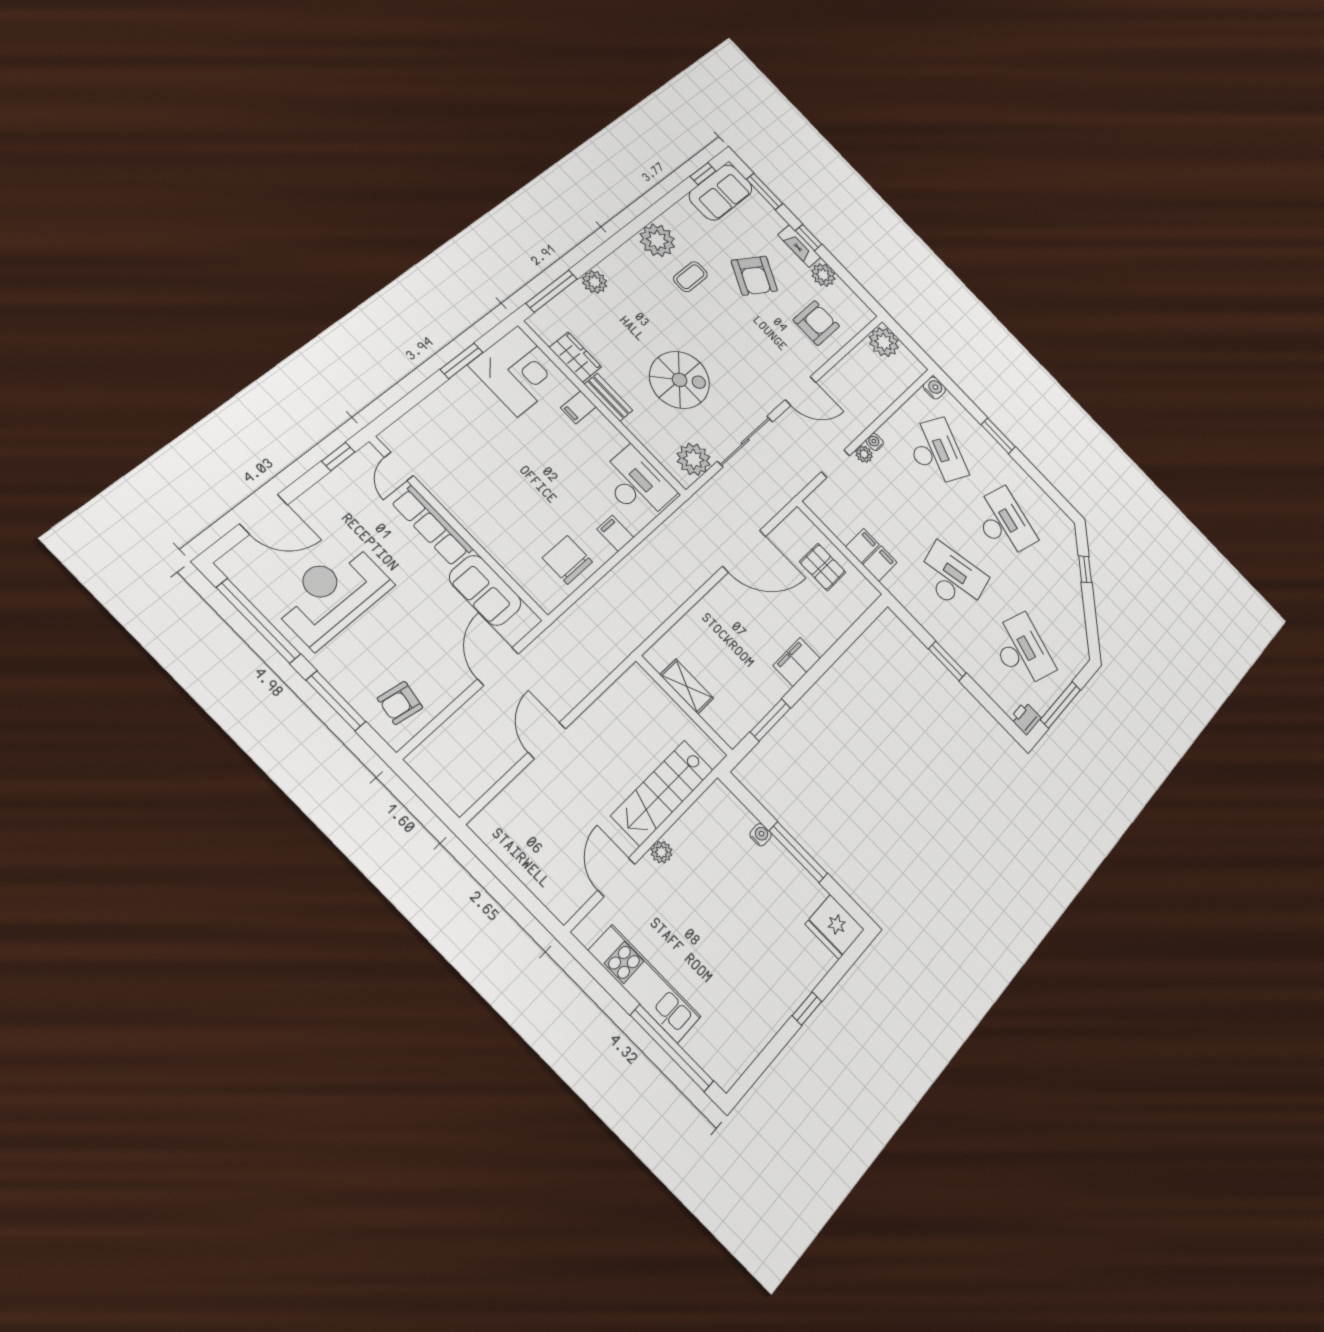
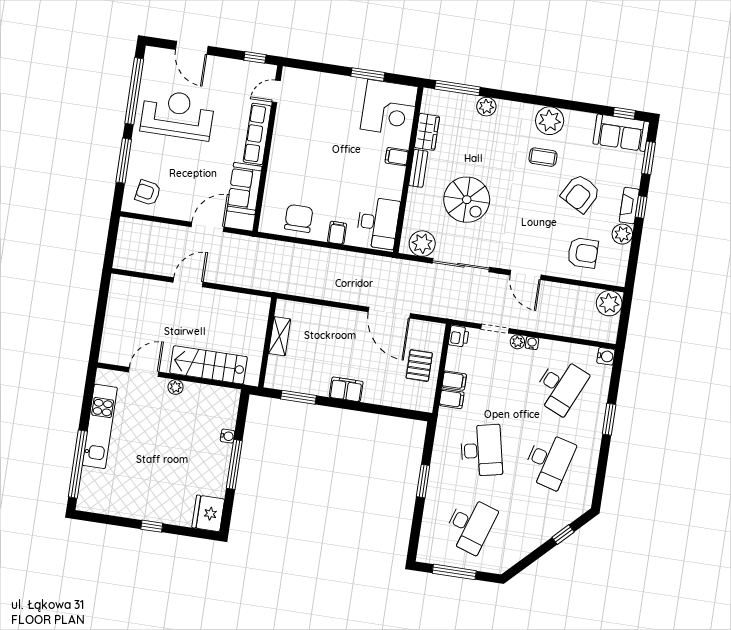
printer: (1026, 718) -> (459, 336), moved, turned 90

